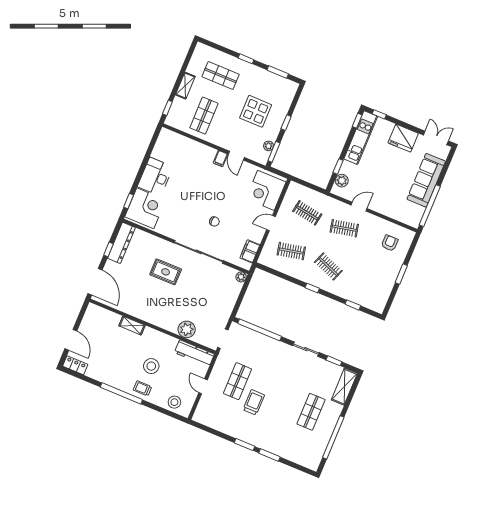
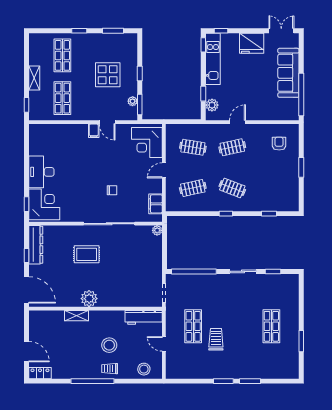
shop shelf: (221, 75) -> (62, 55), turned 90
plant: (187, 329) -> (89, 299), moved
shelving: (344, 387) -> (292, 291), removed
window: (333, 437) -> (301, 341), width x0.47

